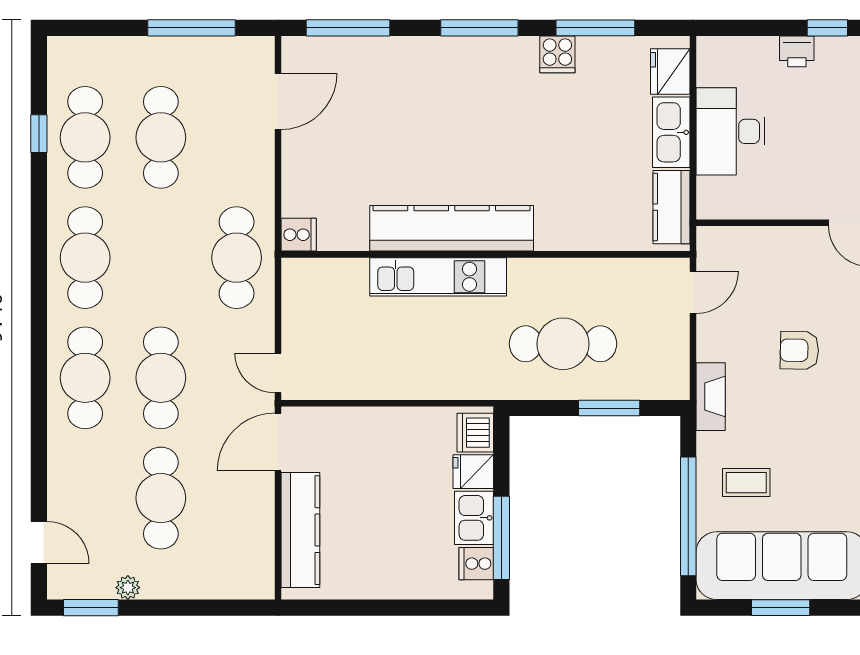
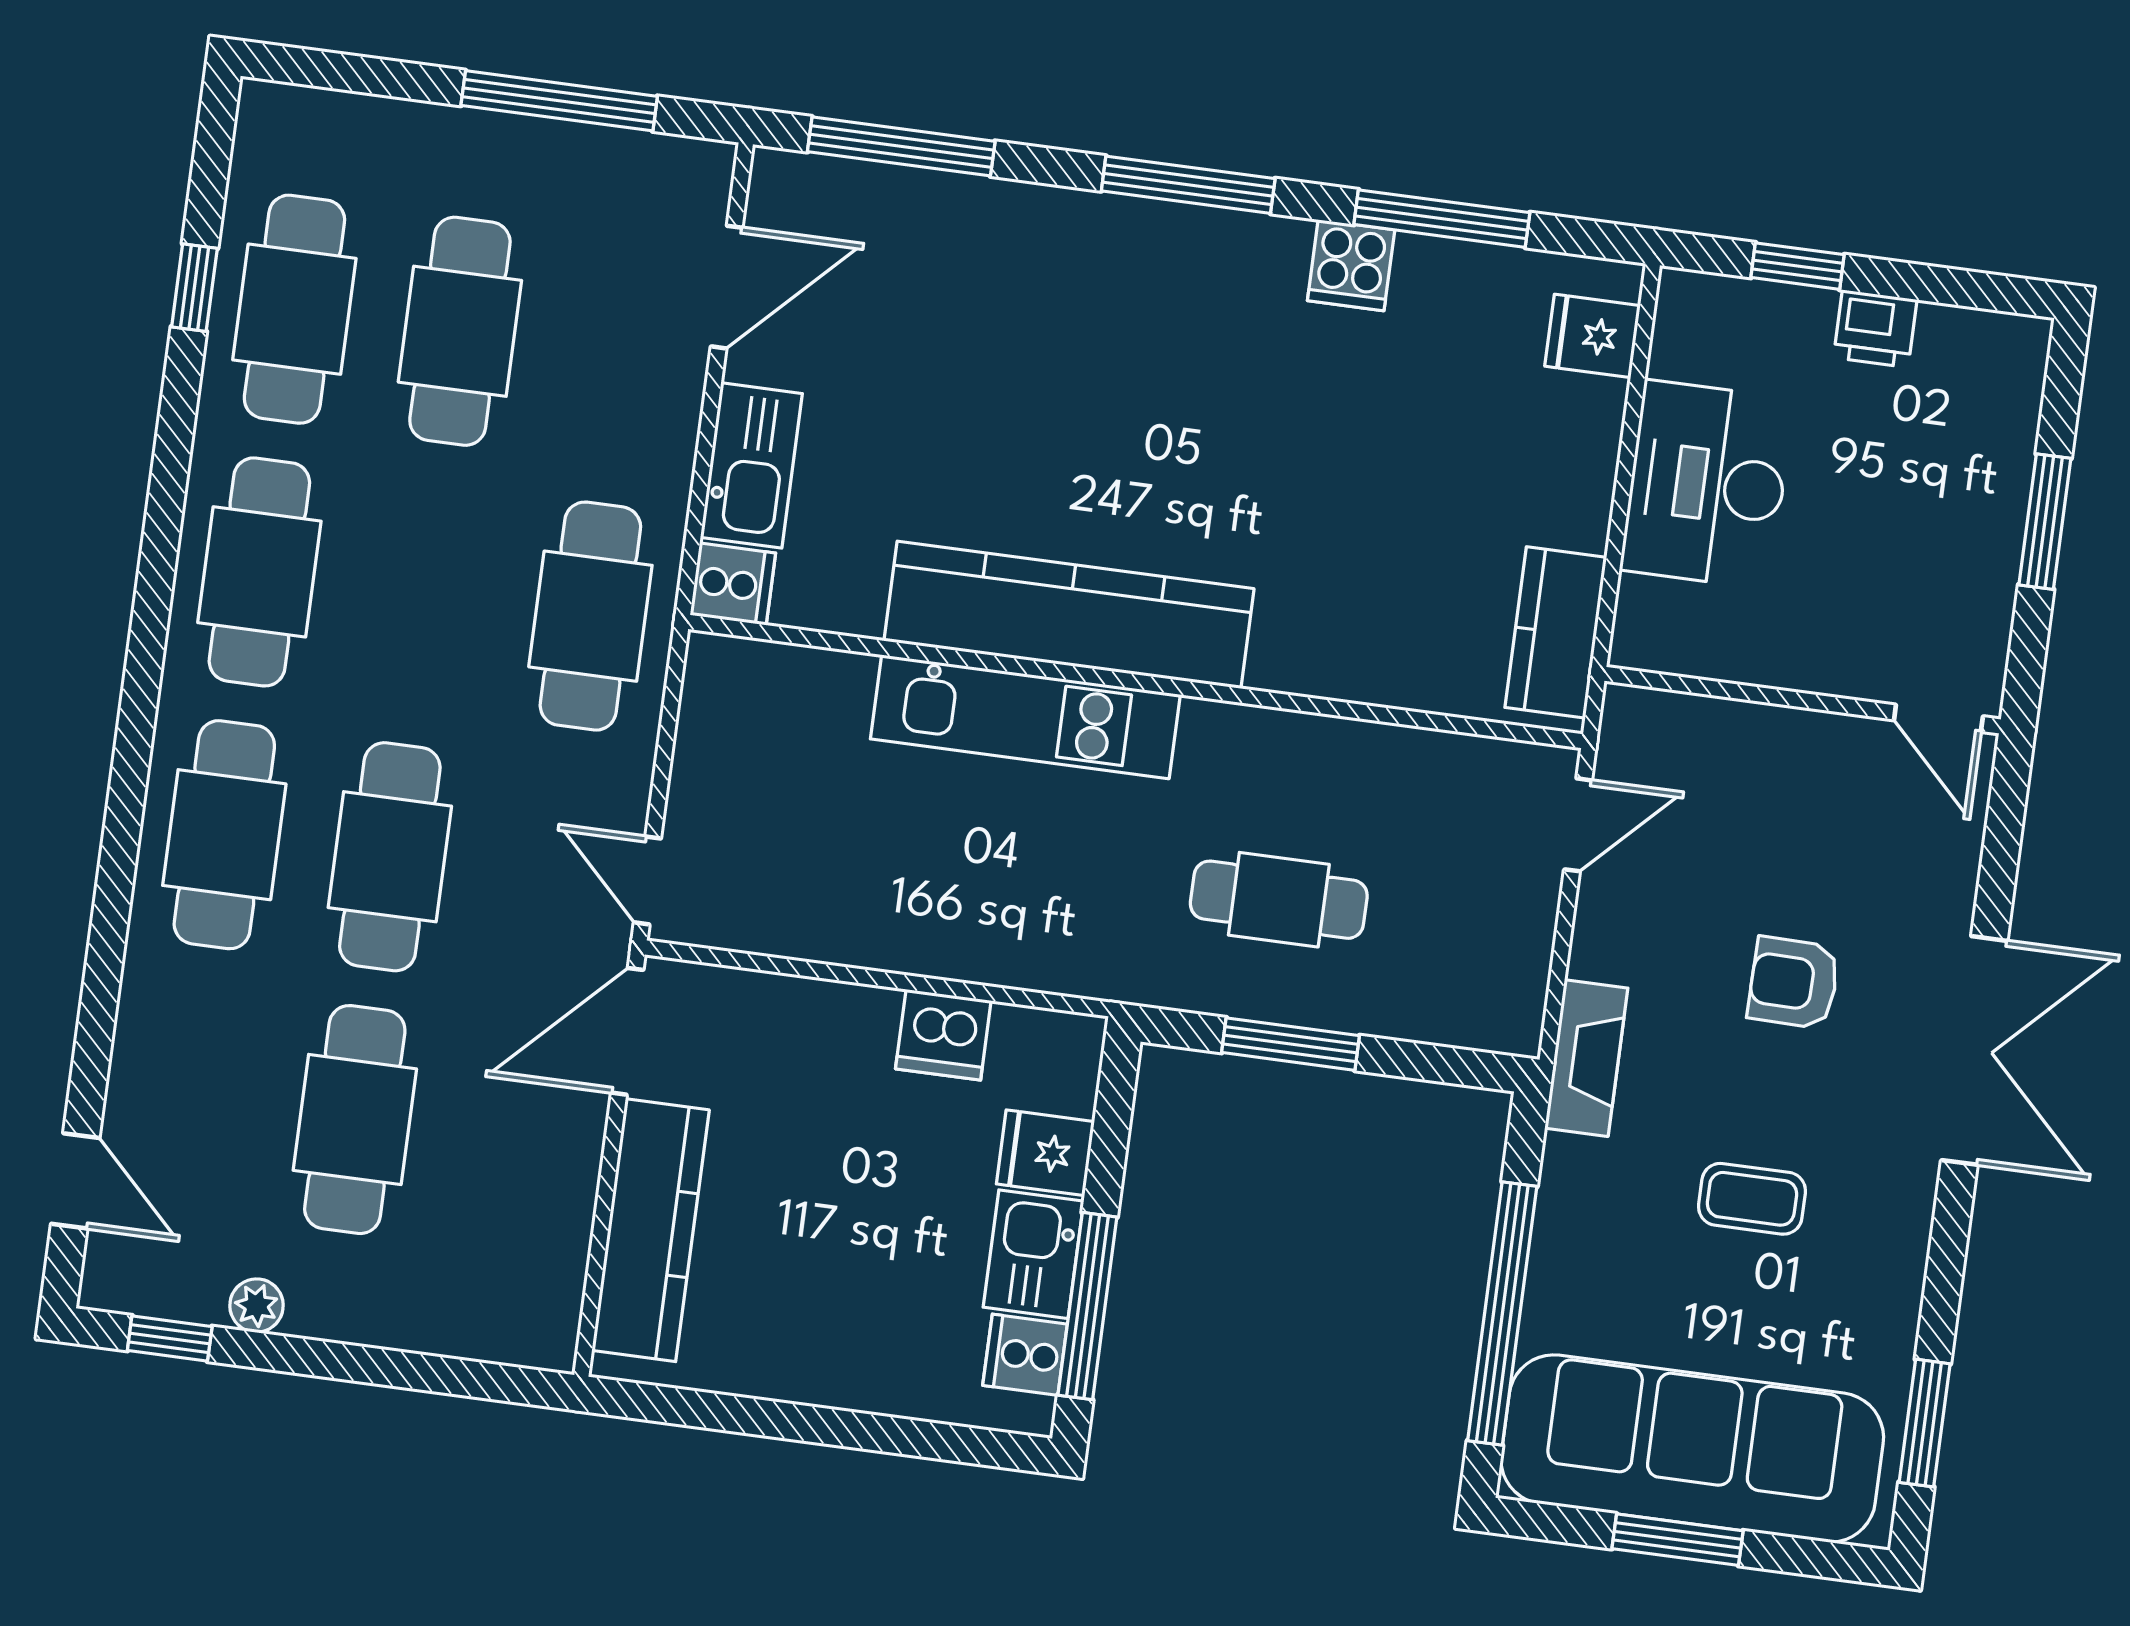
window: (827, 28) -> (1797, 266), moved
fridge: (670, 72) -> (1593, 336), width x0.72
kitchen sink: (671, 132) -> (751, 465), moved, turned 180
cafe table: (563, 344) -> (1279, 900), width x0.73, depth x0.74
window: (609, 408) -> (1291, 1044), moved
dishwasher: (475, 433) -> (943, 1035), moved, turned -90
coffee table: (746, 483) -> (1752, 1199), moved
window: (91, 608) -> (170, 1339), width x0.67

